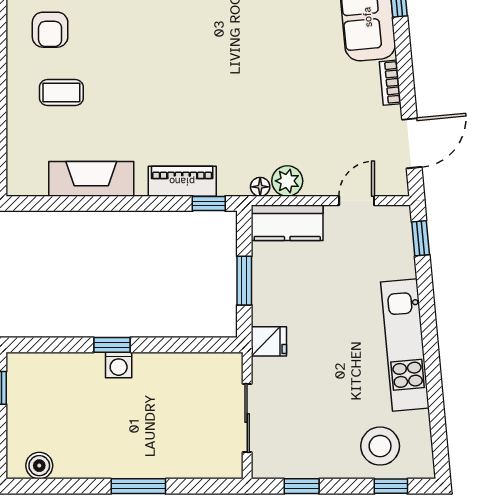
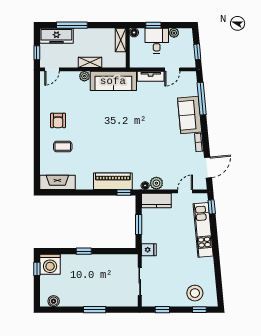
fireplace: (91, 179) -> (57, 182), moved
piano: (182, 181) -> (113, 181), width x1.37, depth x1.33
kitchen unit: (405, 345) -> (203, 230), moved
washing machine: (119, 365) -> (50, 264), moved, width x1.89, depth x1.89

